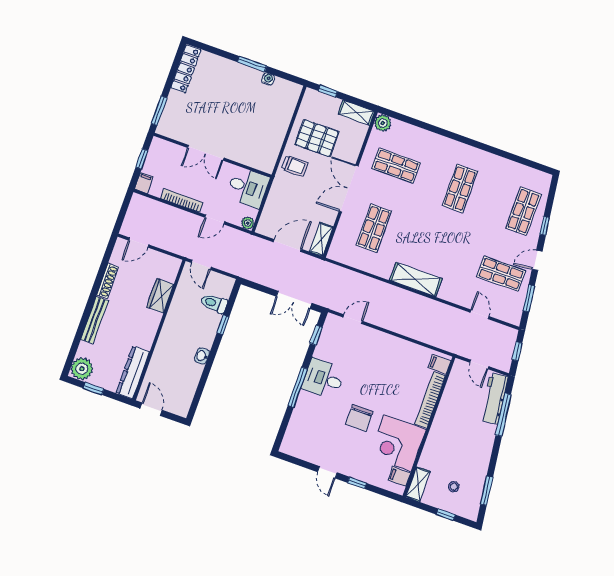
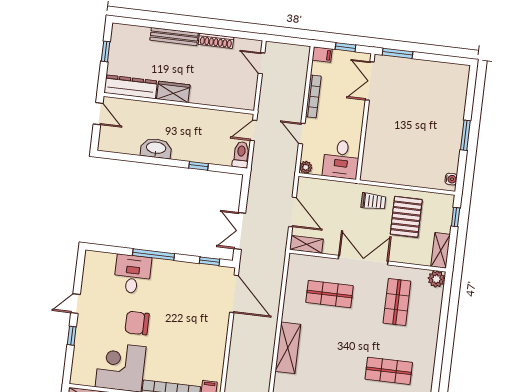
locker: (186, 69) -> (445, 70), removed
water cooler: (268, 79) -> (451, 179), moved
double door: (206, 153) -> (370, 81), moved
trolley: (295, 166) -> (373, 201), turned -90
wardrobe: (160, 296) -> (173, 92), moved
toilet: (214, 303) -> (241, 155), moved
door: (353, 319) -> (234, 294), width x1.88
washbasin: (202, 356) -> (156, 148), width x1.91, depth x1.45
plant: (82, 369) -> (123, 35), removed
desk: (324, 379) -> (133, 274), moved
door: (151, 409) -> (98, 114), hinge flipped
filing cabinet: (399, 477) -> (88, 376), removed

